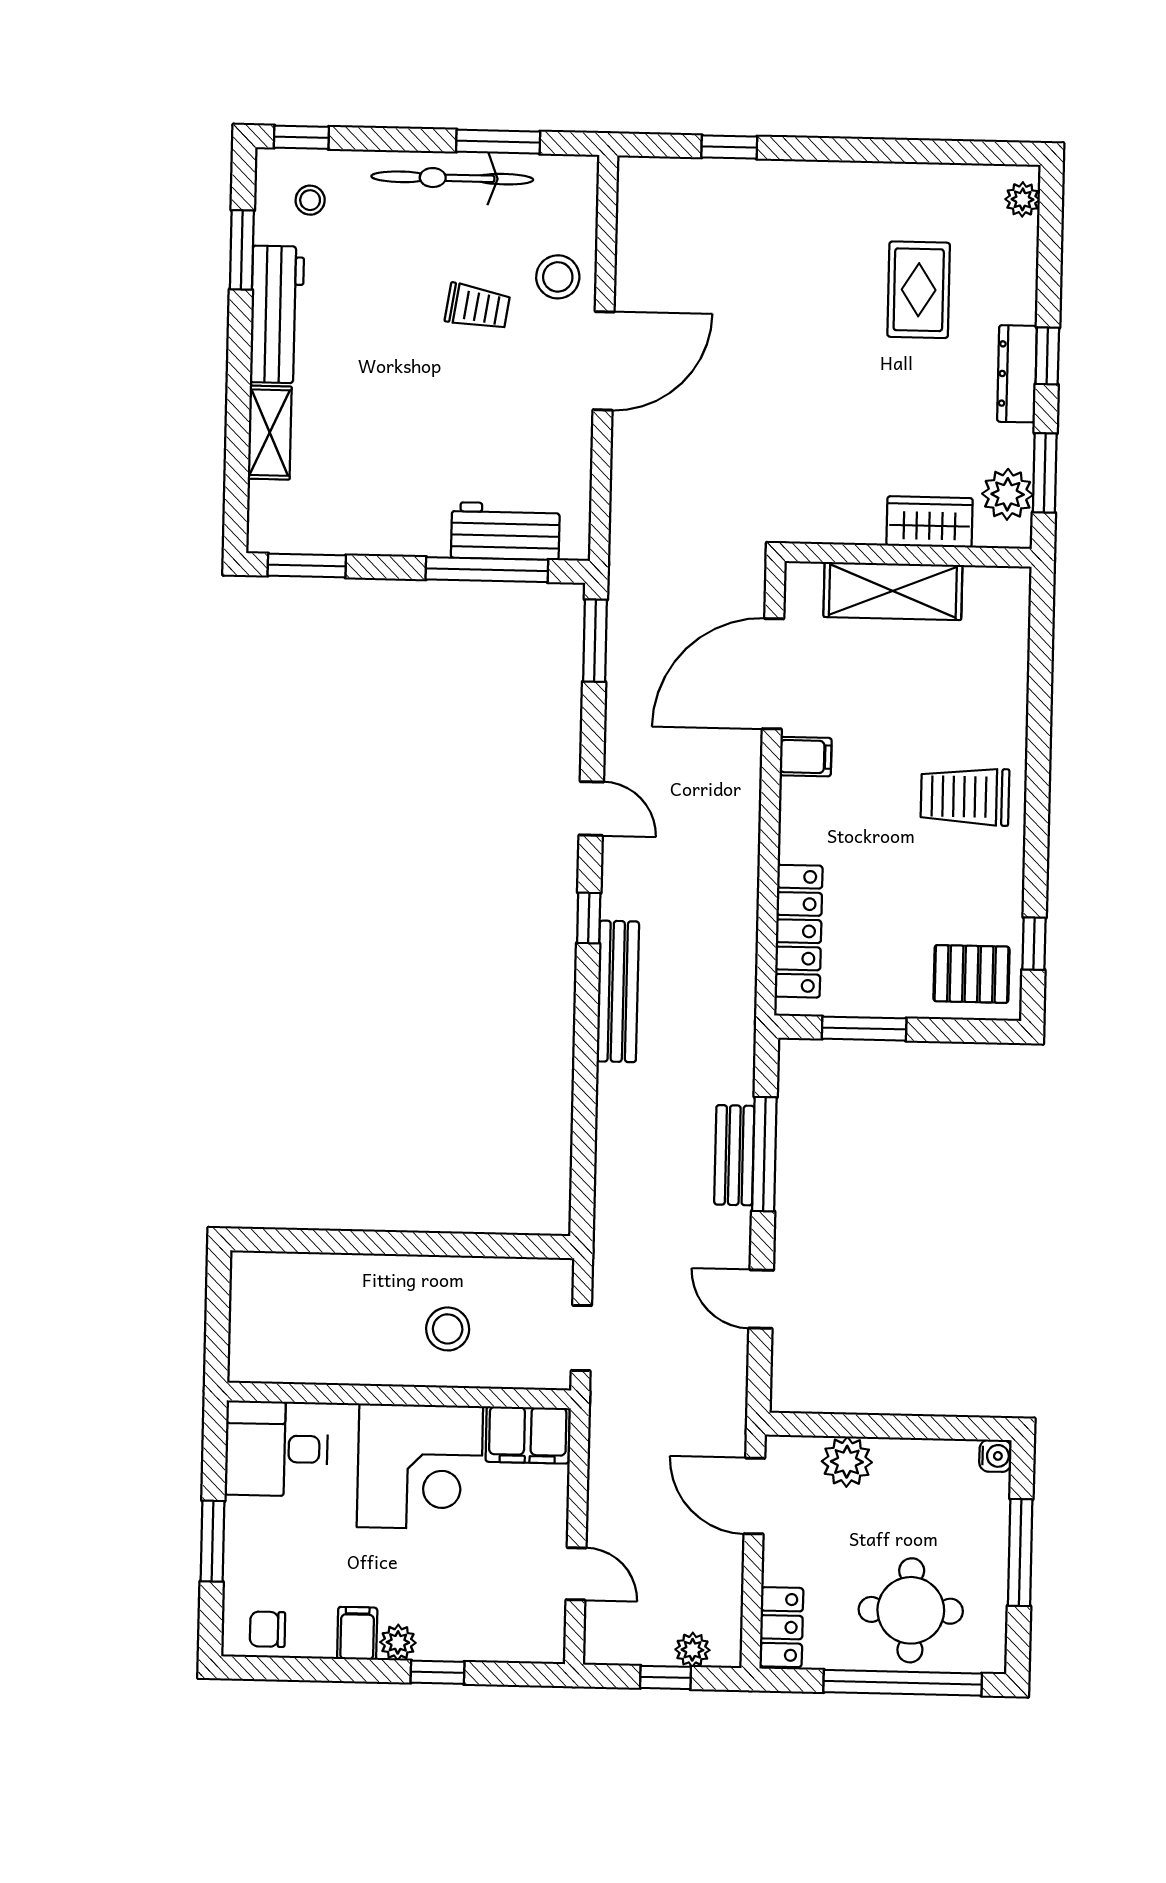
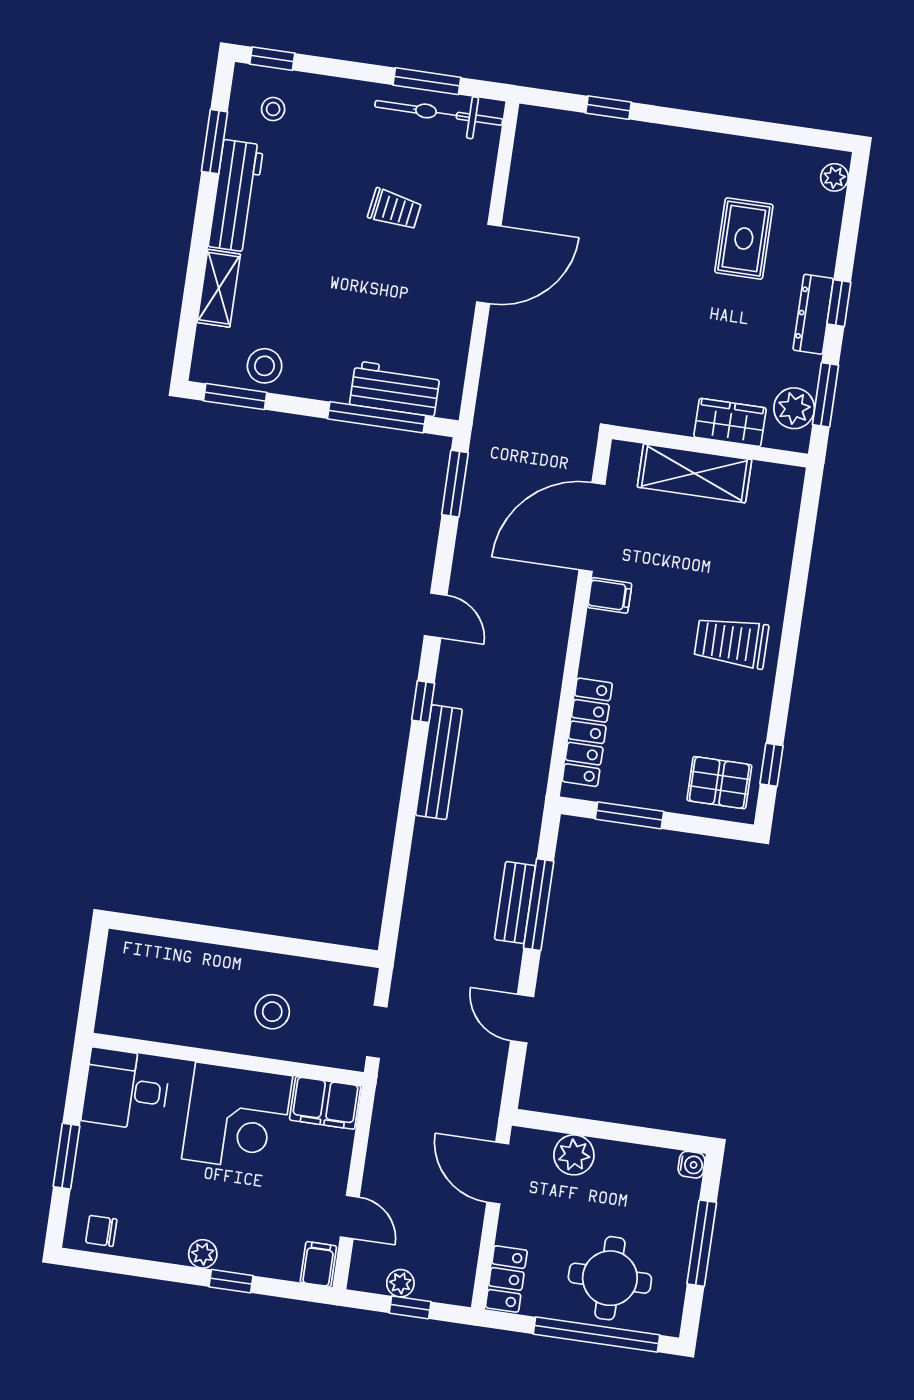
bicycle: (452, 178) -> (439, 113), moved
stool: (558, 277) -> (265, 366), moved
filing cabinet: (357, 1633) -> (318, 1264), moved
plant: (692, 1650) -> (400, 1283), moved

